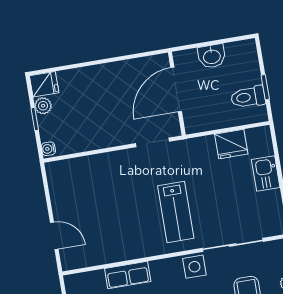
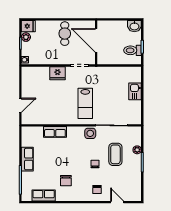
washbasin: (212, 56) -> (134, 26), moved
cafe table: (115, 87) -> (65, 34), added
door: (176, 90) -> (96, 40), hinge flipped
fridge: (231, 144) -> (57, 73), moved
door: (54, 236) -> (20, 105), hinge flipped

